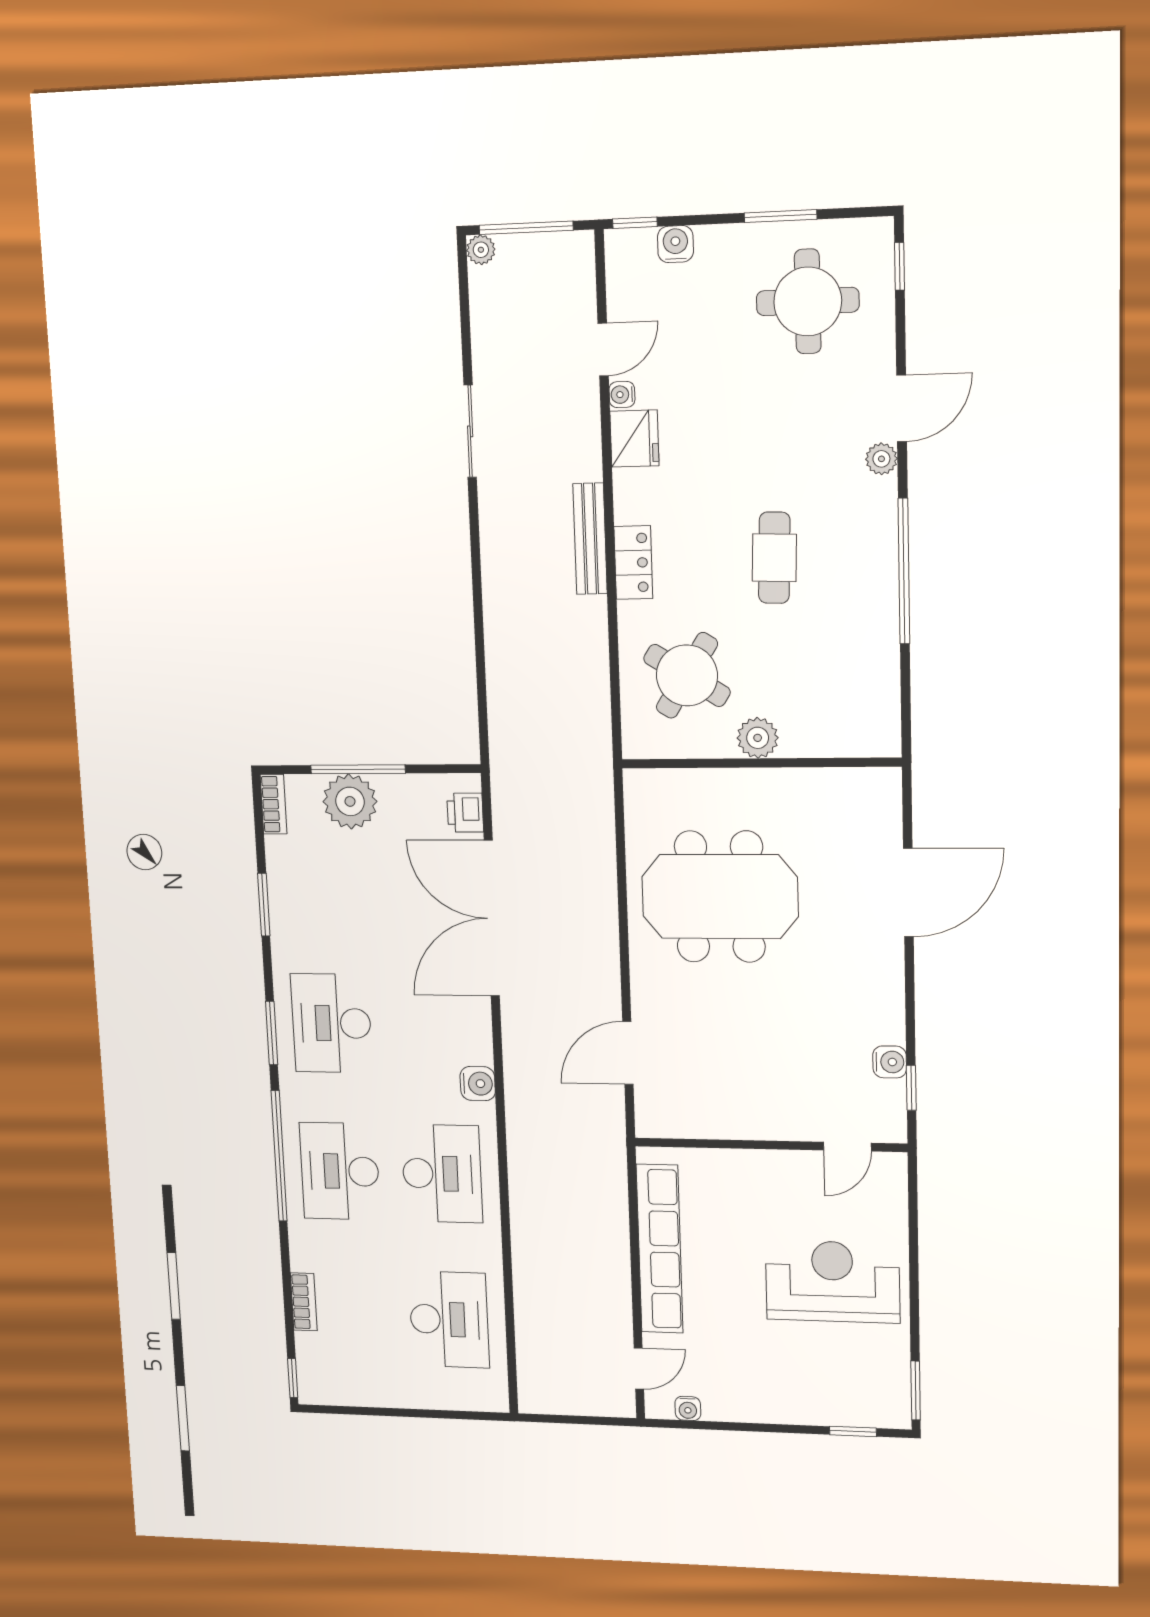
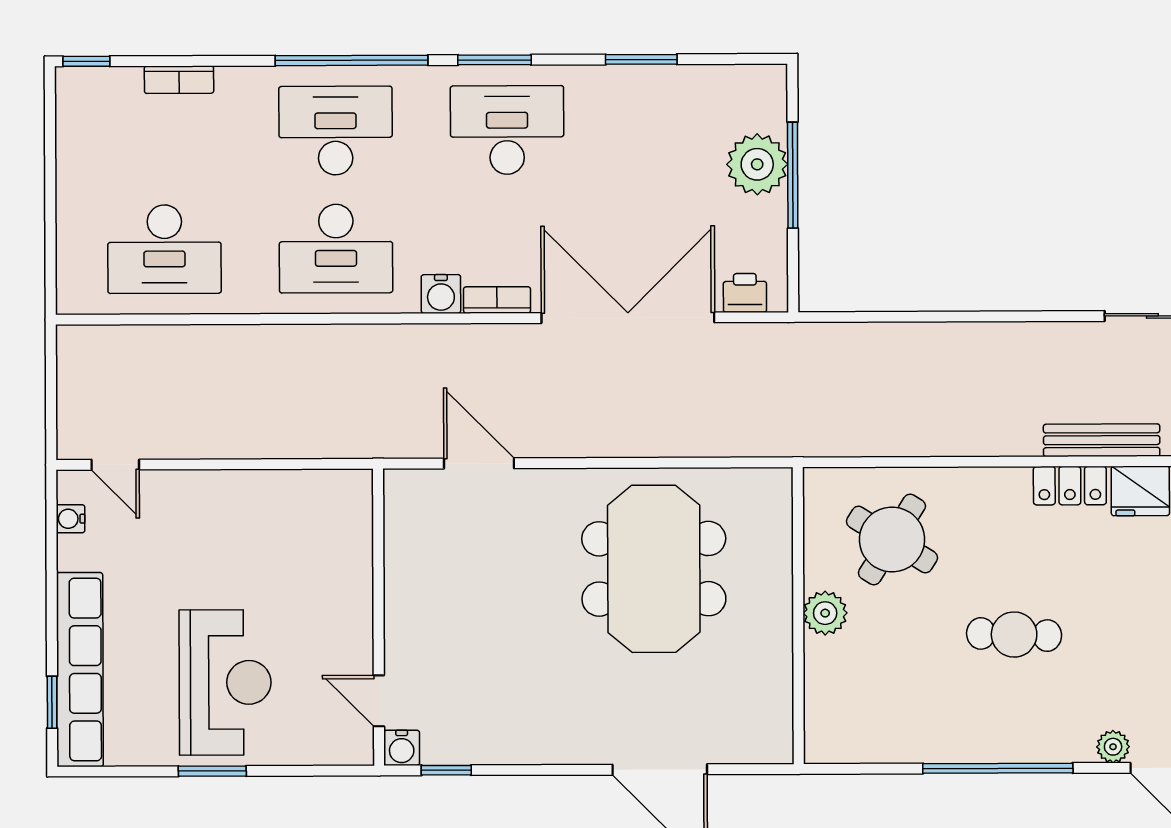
bench: (590, 539) -> (1102, 440), moved
locker: (633, 563) -> (1070, 486), moved
bookcase: (274, 804) -> (497, 300), moved, turned 180
water cooler: (890, 1062) -> (402, 748), moved
row of seats: (660, 1249) -> (80, 670), moved, turned -90
window: (916, 1391) -> (212, 771), moved

